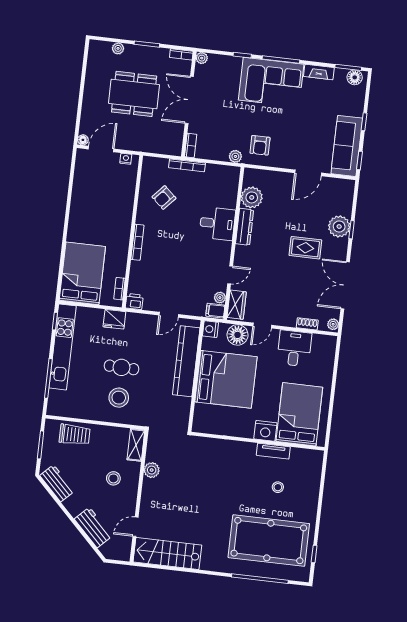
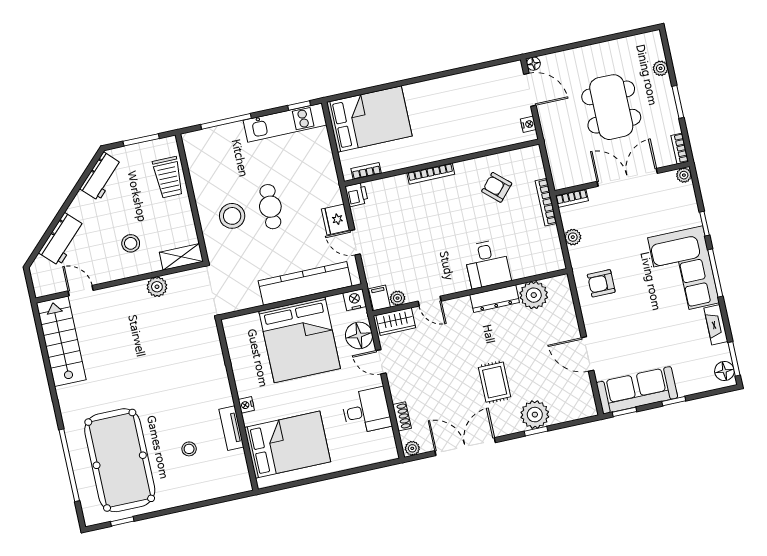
plant: (235, 156) -> (573, 237), moved
fridge: (114, 319) -> (336, 220), moved
kitchen unit: (63, 347) -> (285, 123), width x0.73
nightstand: (265, 431) -> (246, 405), width x0.53, depth x0.56

